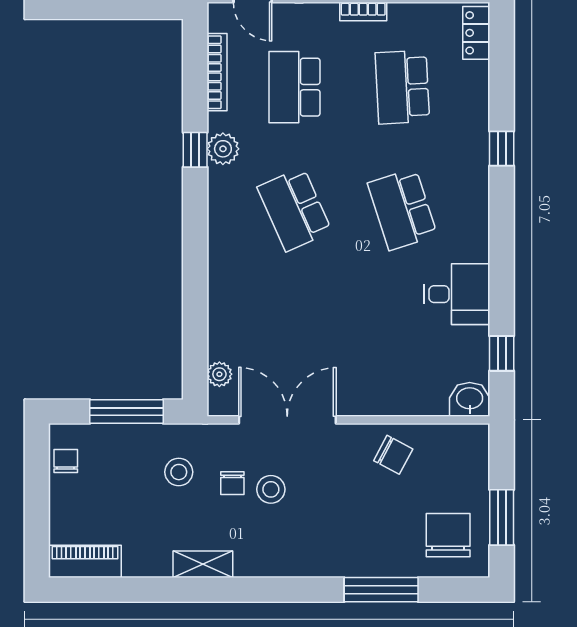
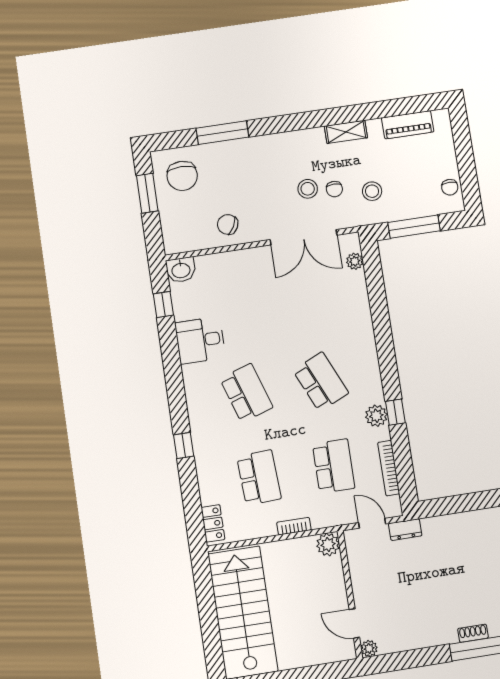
chair: (232, 483) -> (334, 189), turned 180
piano: (85, 561) -> (408, 125), moved

